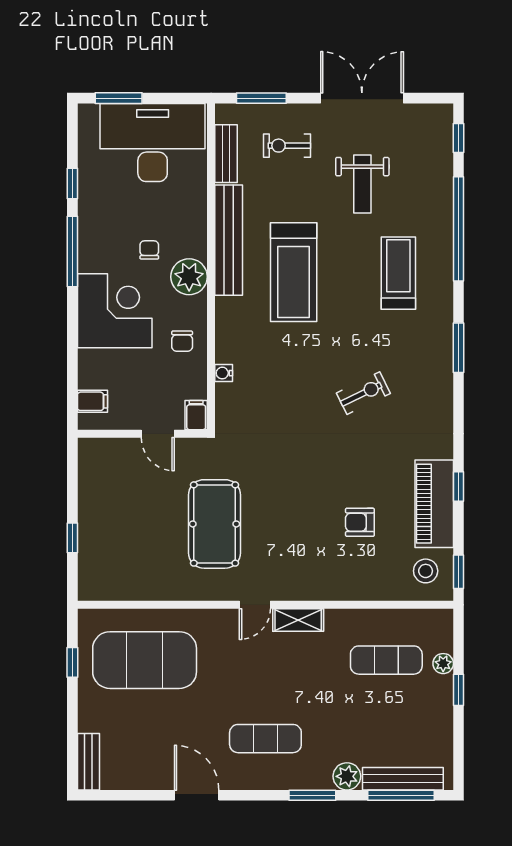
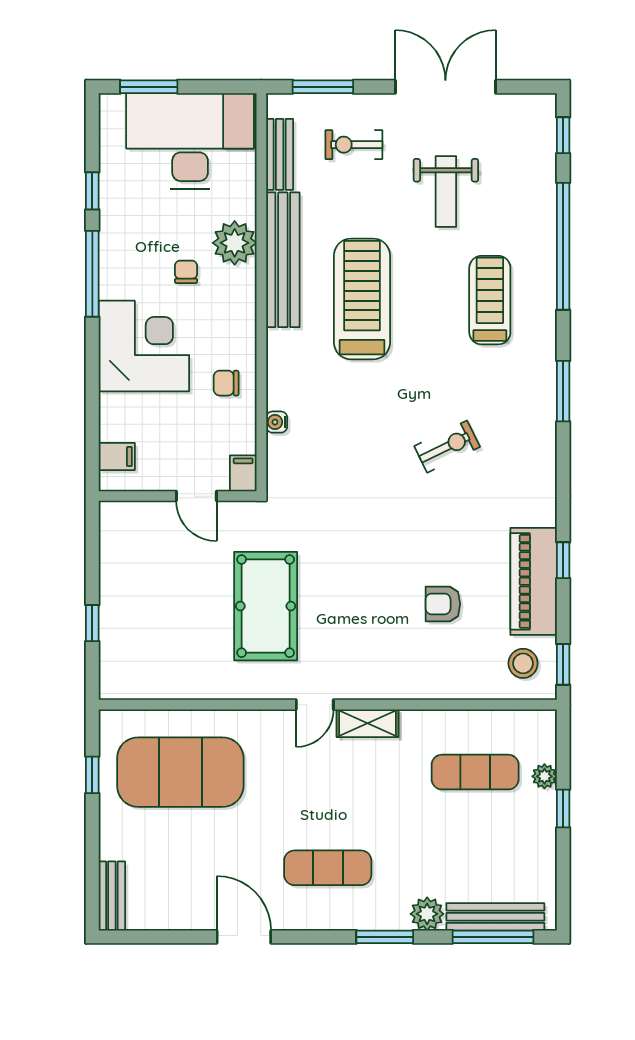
treadmill: (294, 272) -> (362, 299), turned 180
plant: (189, 277) -> (235, 243), moved
chair: (182, 341) -> (226, 383), turned 90

